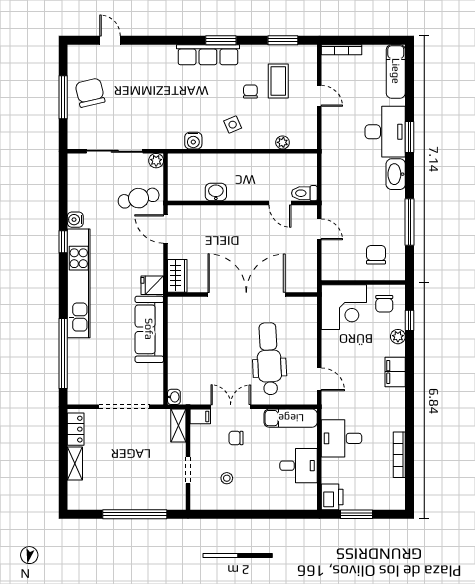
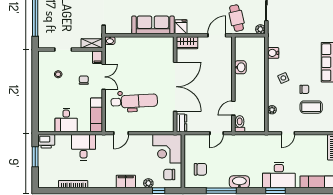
door: (319, 96) -> (288, 133), moved
washbasin: (396, 174) -> (239, 182), moved
dresser: (303, 285) -> (181, 123), added

